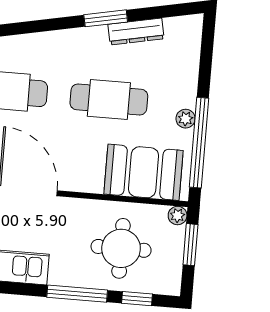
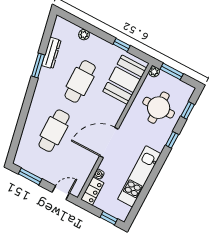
plant: (186, 119) -> (84, 35), moved
window: (199, 143) -> (122, 45), width x0.32
window: (77, 294) -> (172, 140), width x0.46

